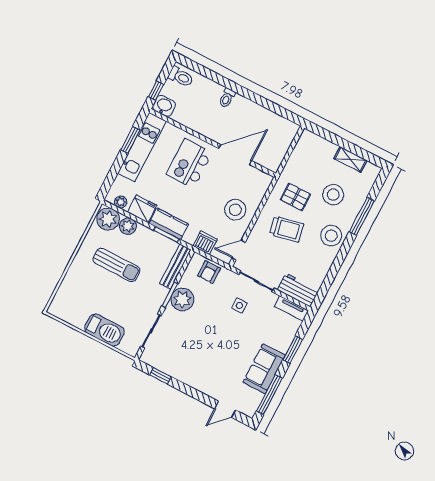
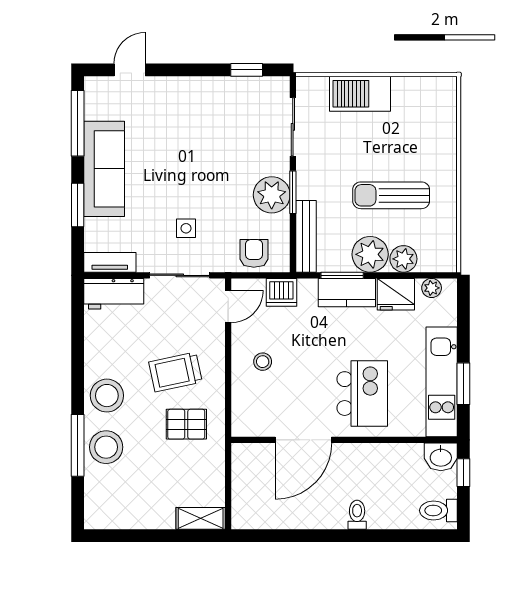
shelving: (350, 159) -> (201, 518), moved
stool: (333, 195) -> (106, 447), moved
stool: (235, 210) -> (263, 362), width x0.53, depth x0.53
plant: (108, 219) -> (370, 254), moved
sofa: (264, 369) -> (104, 169), width x1.36

